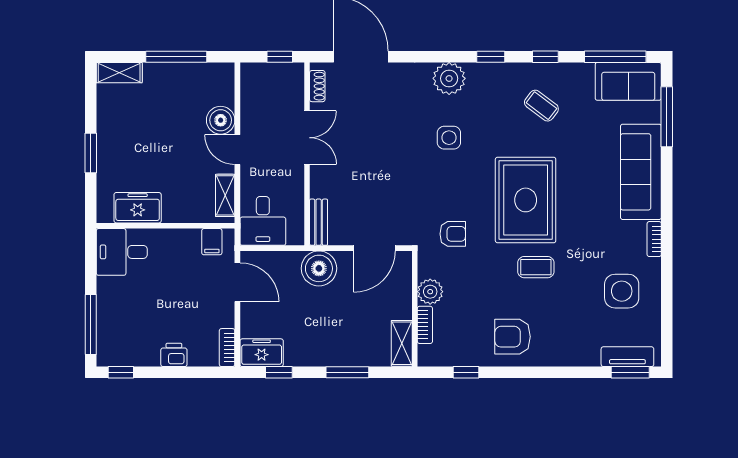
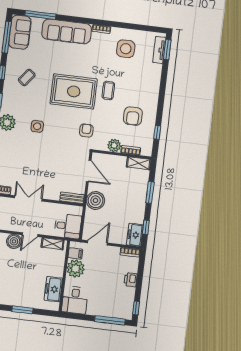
plant: (183, 246) -> (76, 269), added
armchair: (513, 337) -> (133, 116), moved

